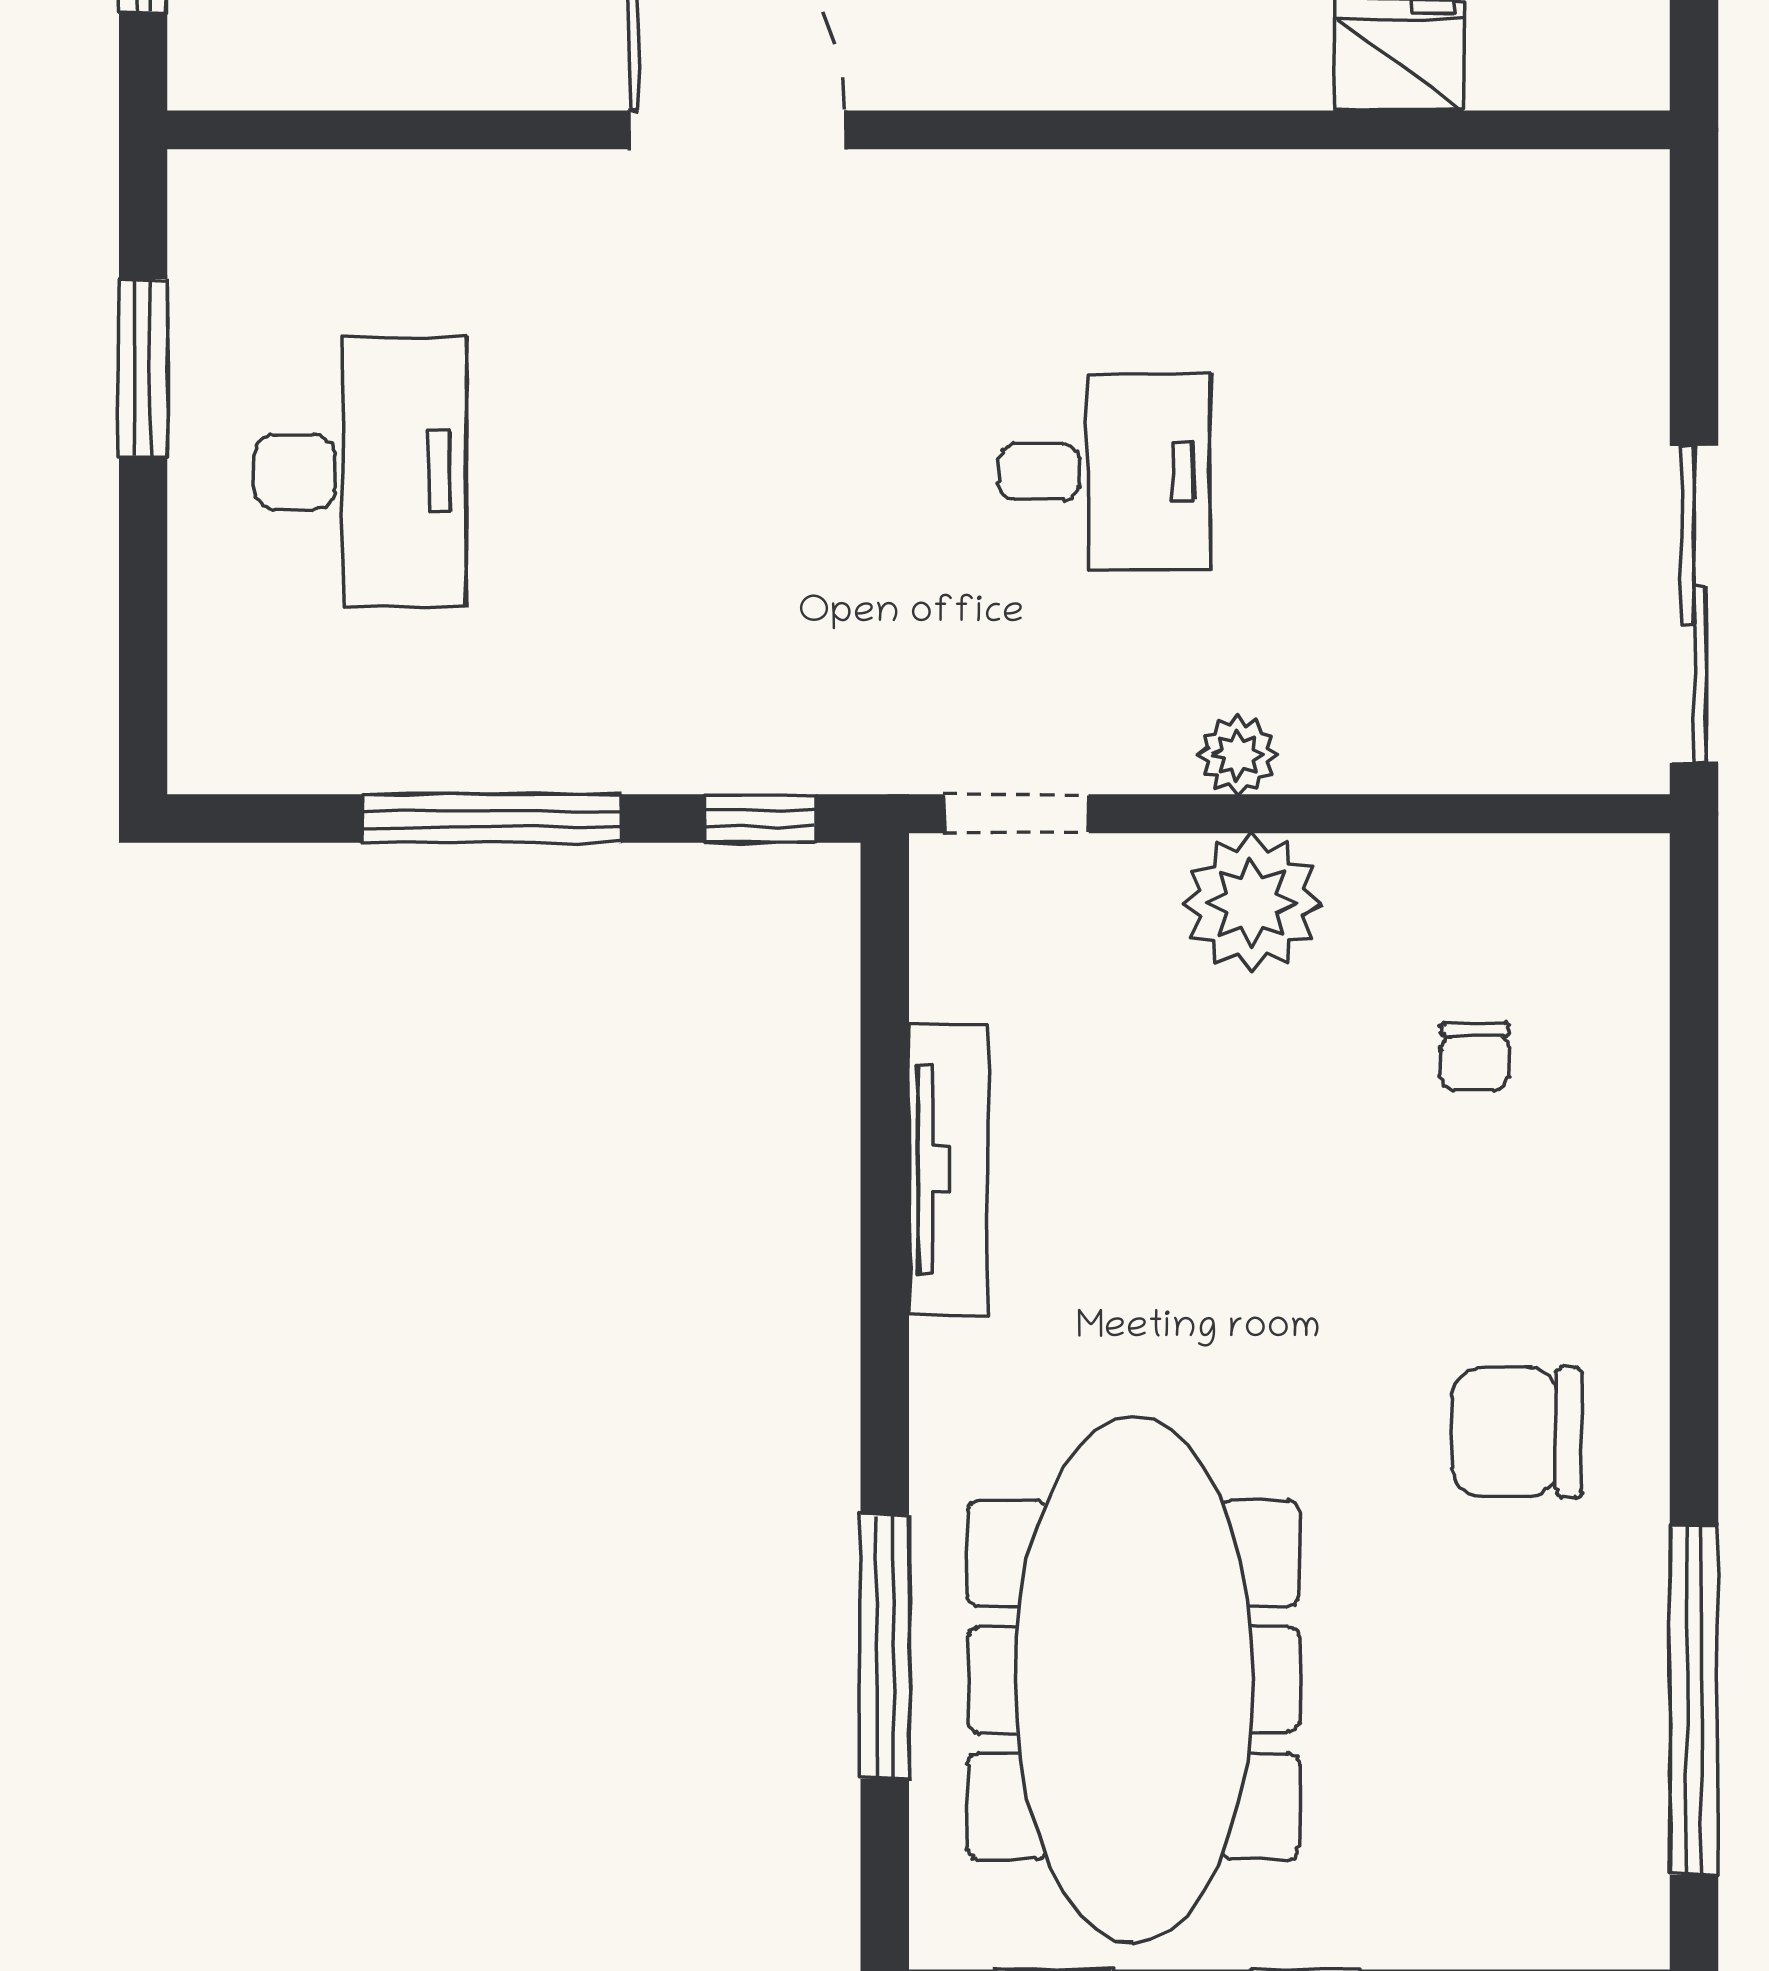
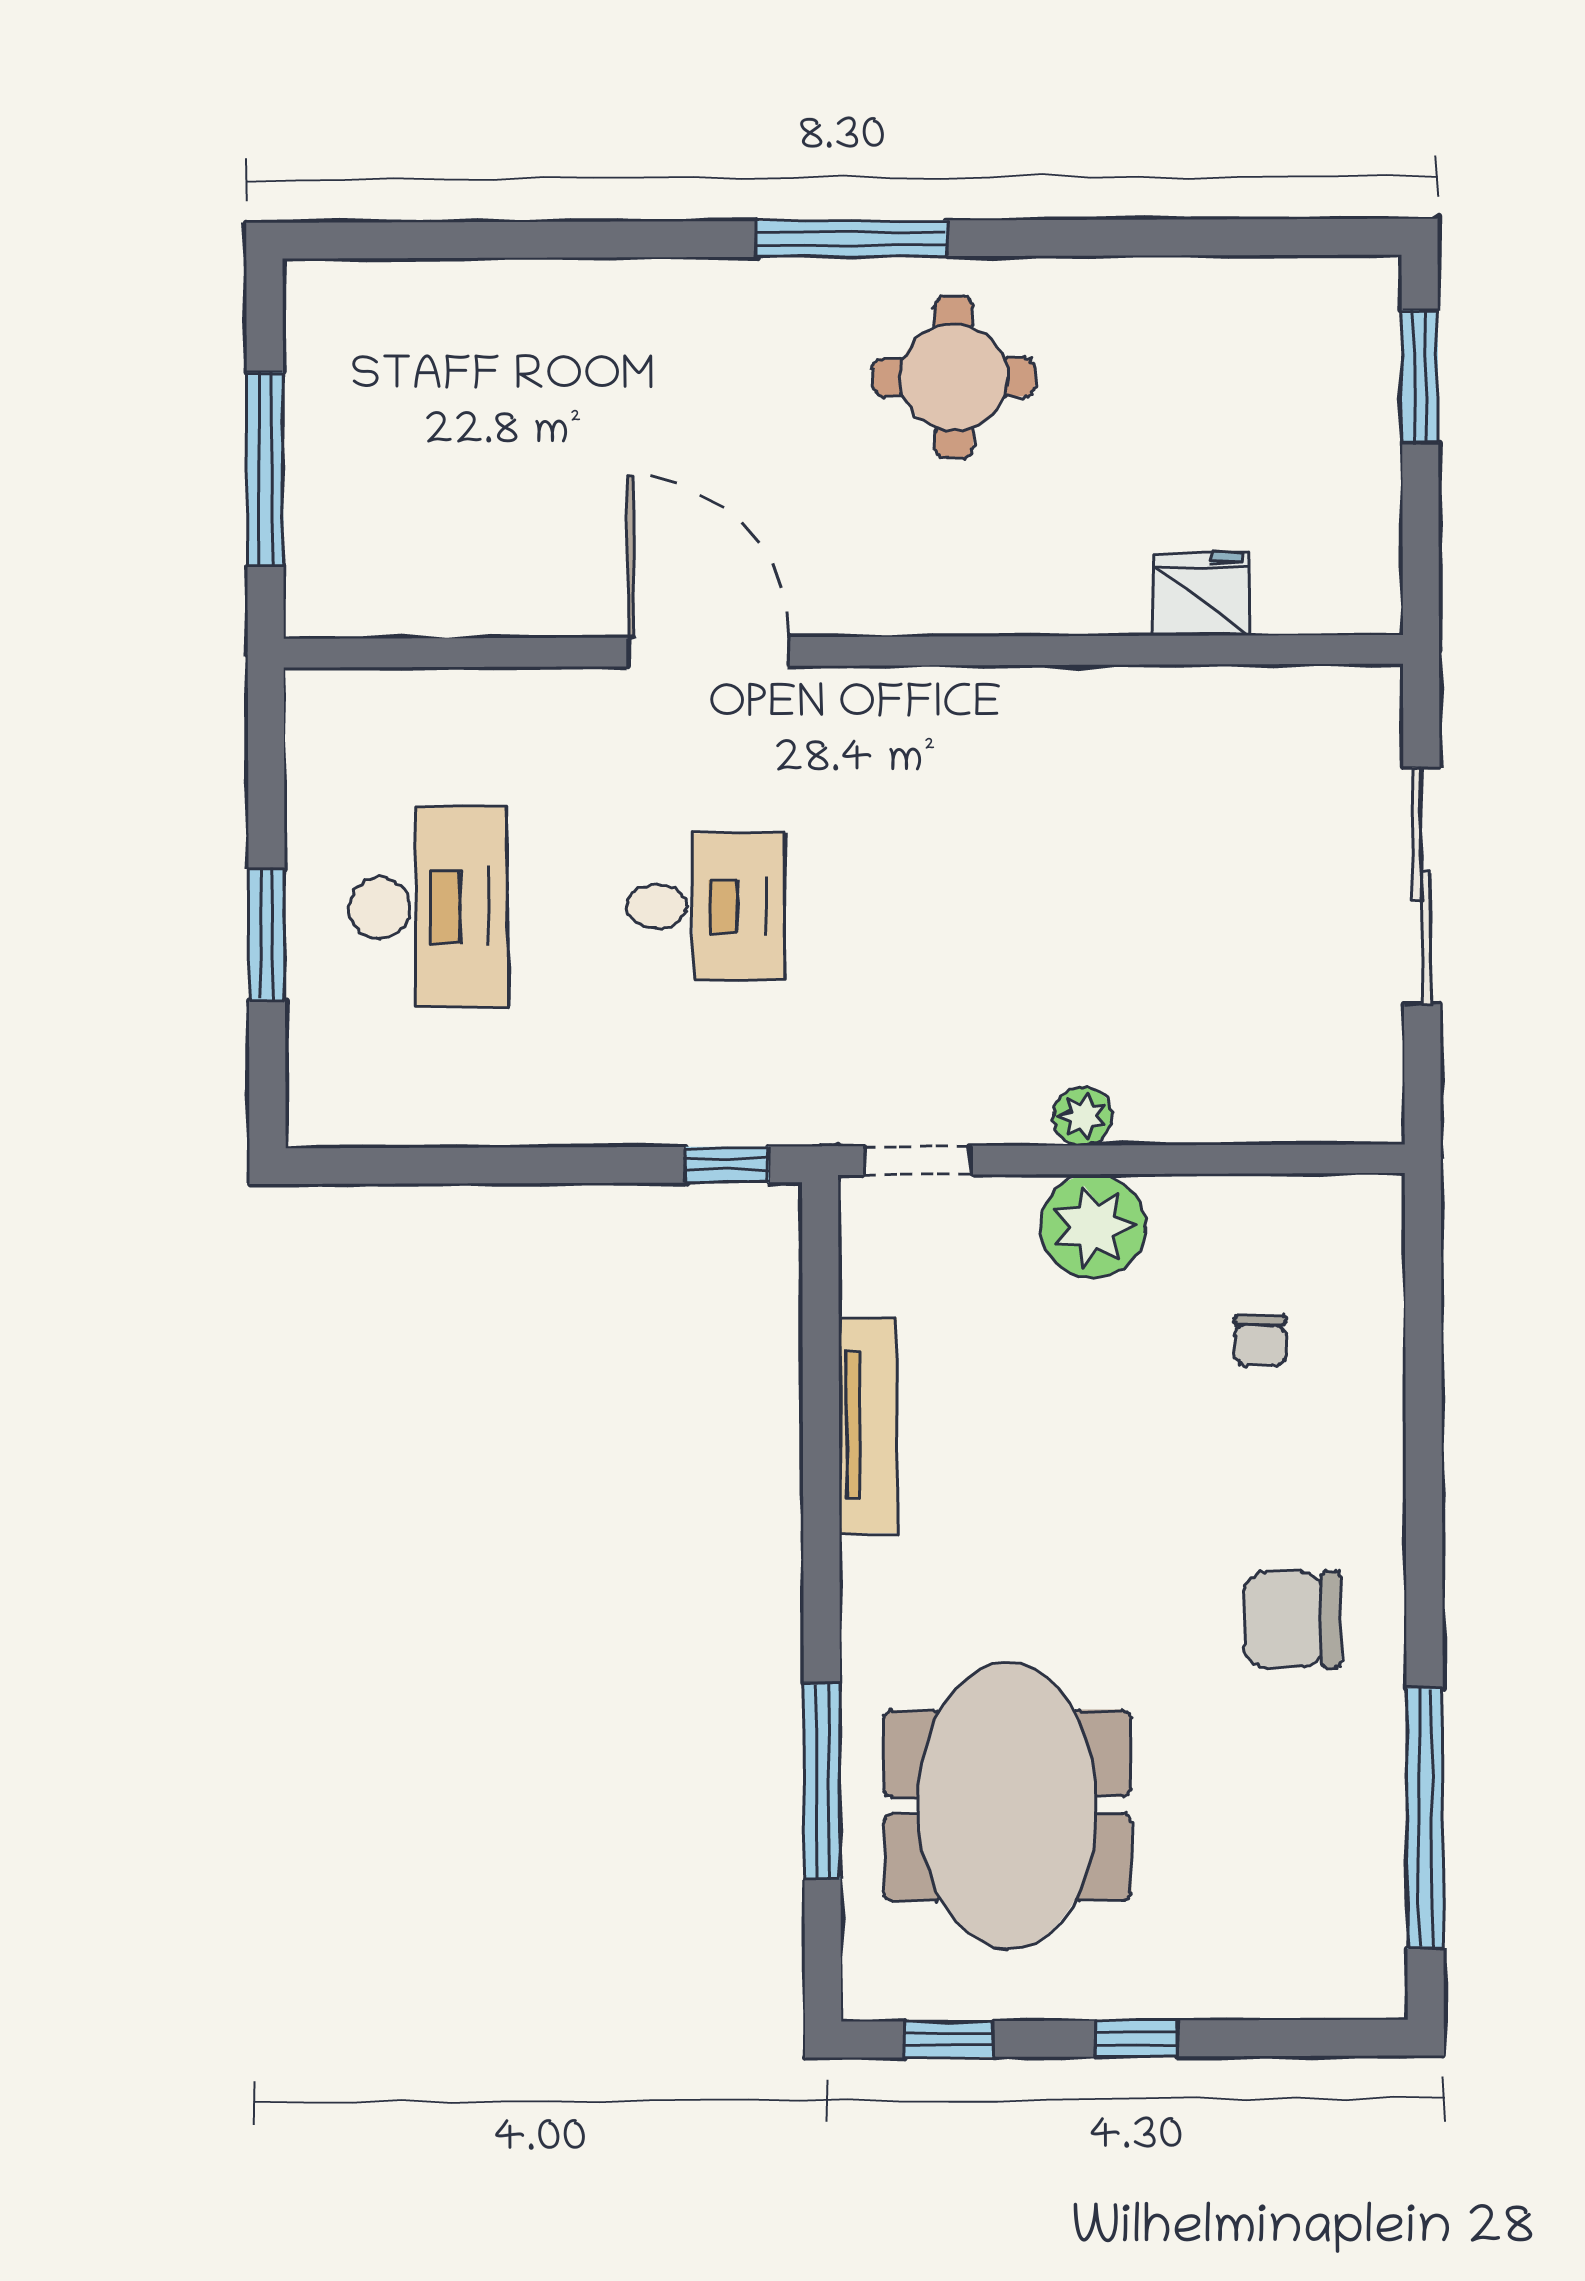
window: (143, 368) -> (267, 935), moved
desk: (1105, 472) -> (706, 906), moved
sliding door: (1694, 604) -> (1422, 886), moved
window: (491, 819) -> (527, 1165), removed
meeting table: (1134, 1680) -> (1008, 1805), width x0.73

